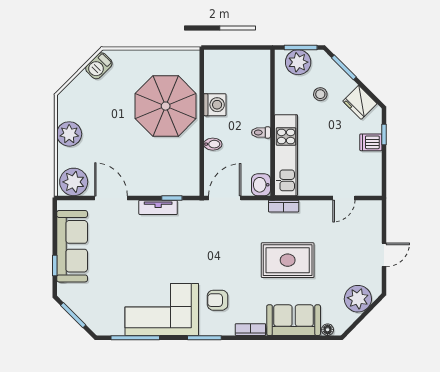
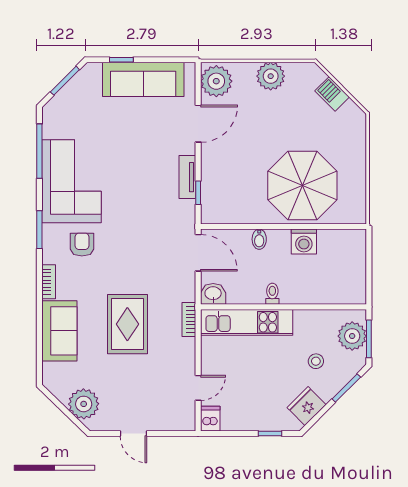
barbecue: (99, 66) -> (332, 94), moved
dishwasher: (371, 142) -> (210, 419), moved
door: (344, 198) -> (198, 388), swing flipped
floor lamp: (328, 330) -> (48, 369), removed

